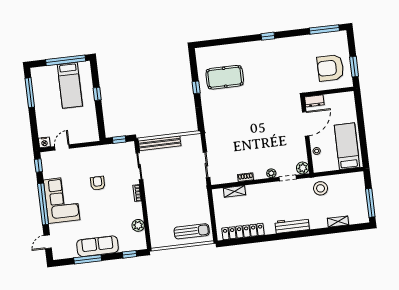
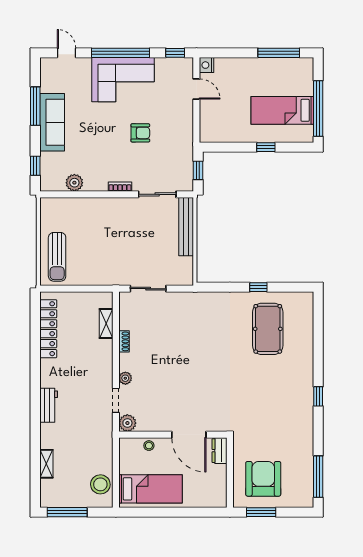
stool: (321, 188) -> (100, 484), moved
workbench: (292, 225) -> (49, 405), width x0.73

